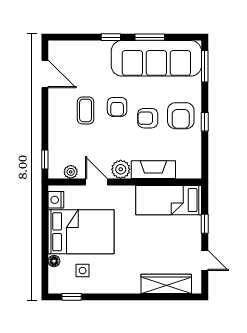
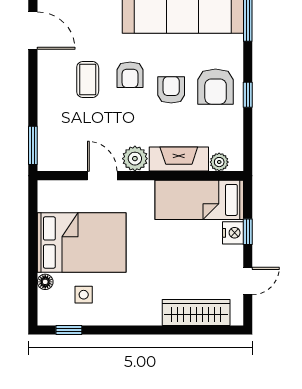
armchair: (148, 118) -> (171, 90), turned 90
window: (45, 159) -> (33, 145), width x1.50
plant: (71, 172) -> (219, 162), moved
nightstand: (56, 200) -> (233, 233), moved, turned 180
door: (205, 260) -> (248, 281), hinge flipped

